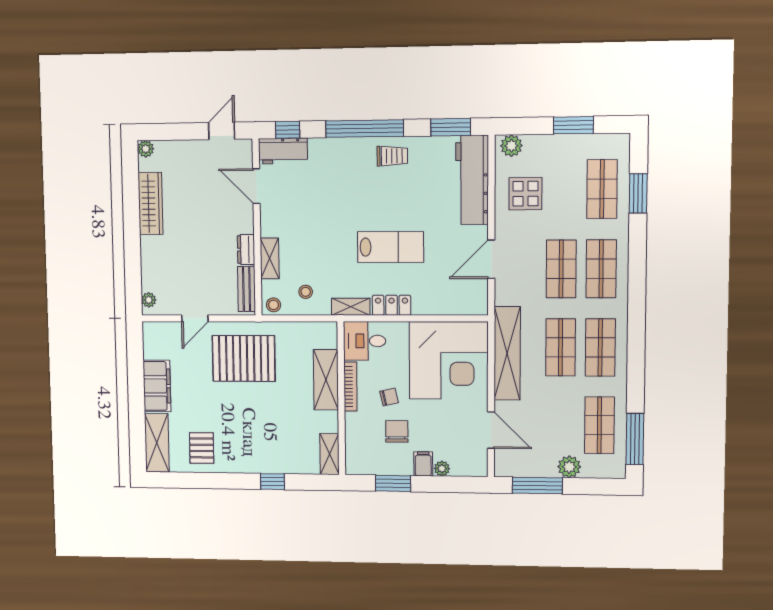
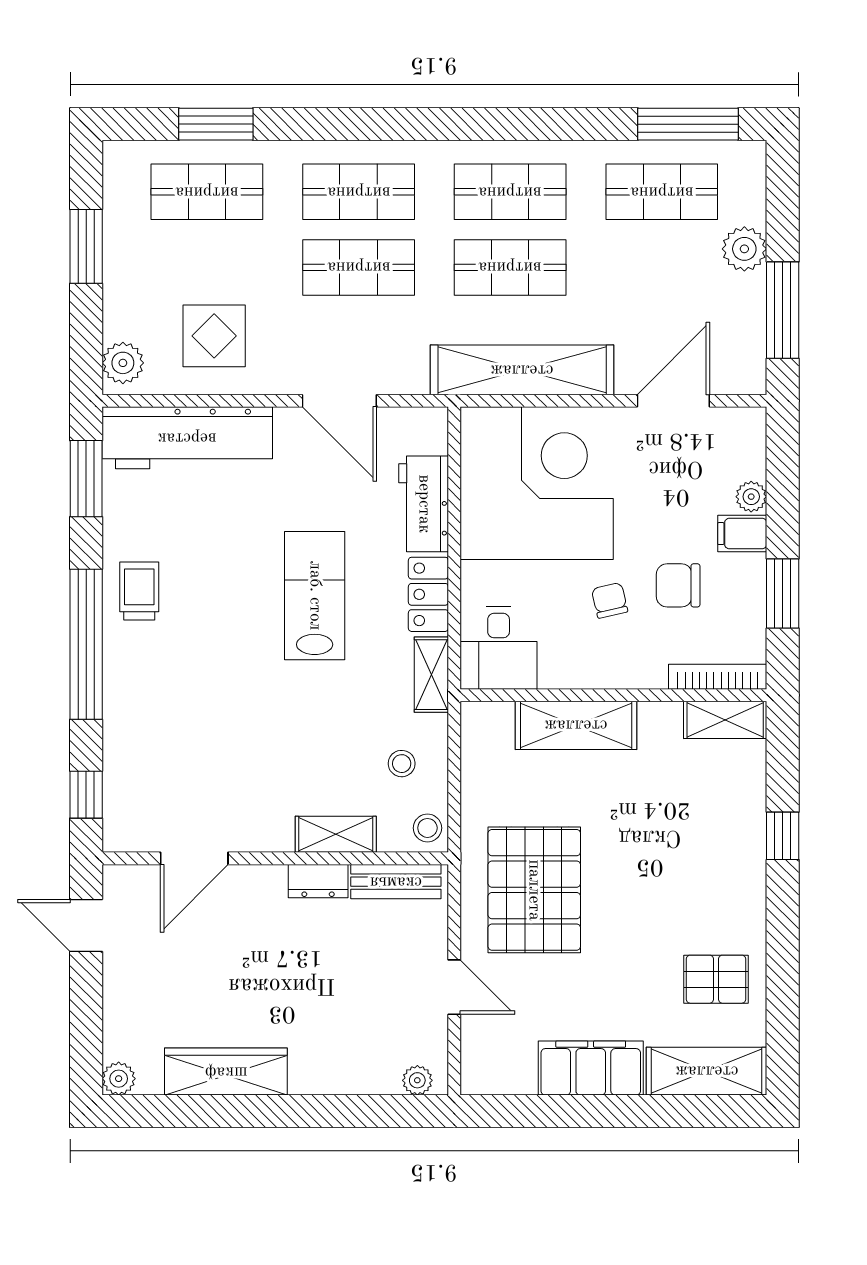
workbench: (283, 151) -> (424, 504), moved, turned 180
bookcase: (350, 387) -> (718, 677), moved

